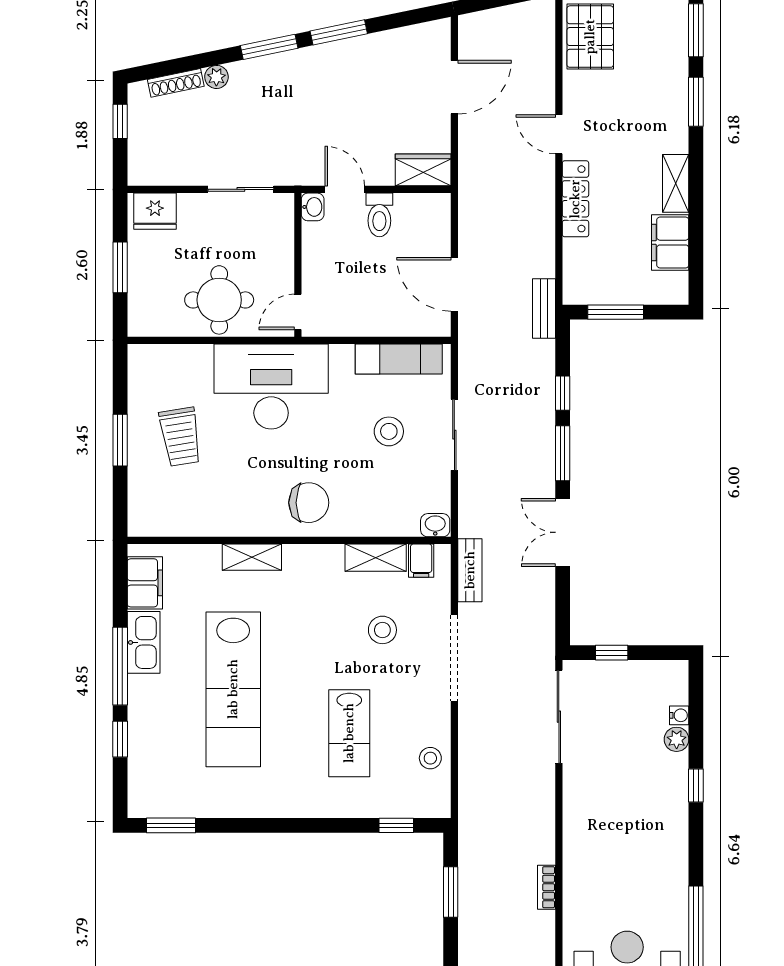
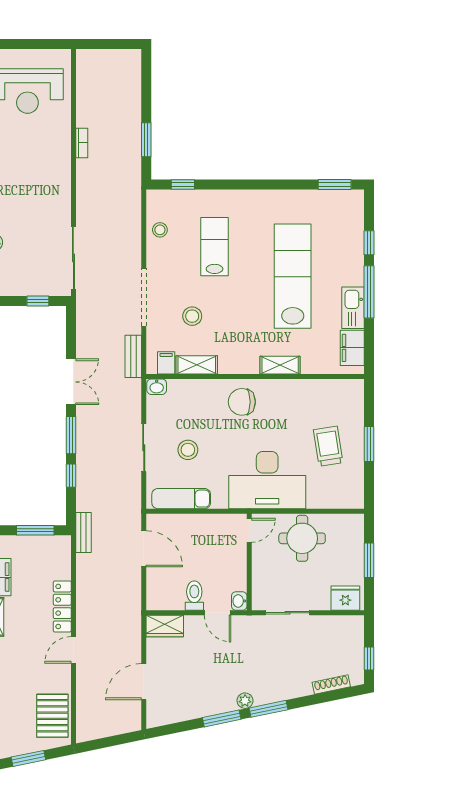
plant: (216, 77) -> (245, 701), moved
door: (559, 134) -> (73, 650), swing flipped

